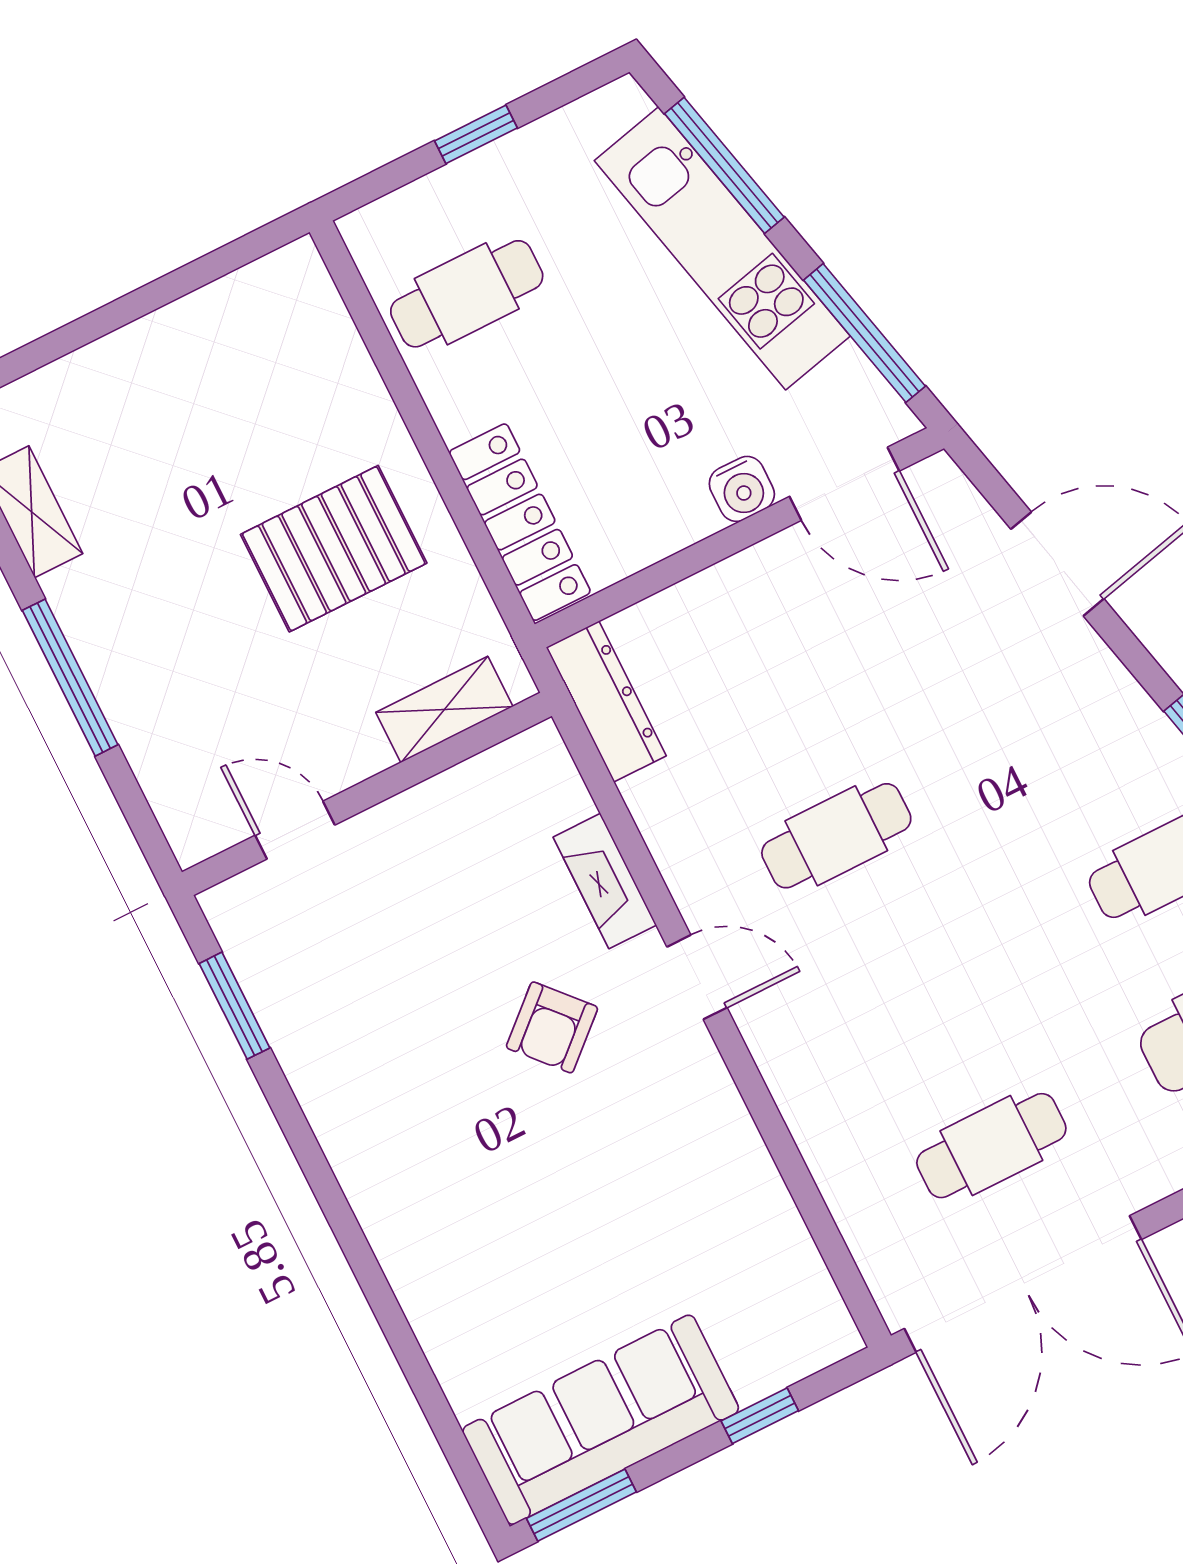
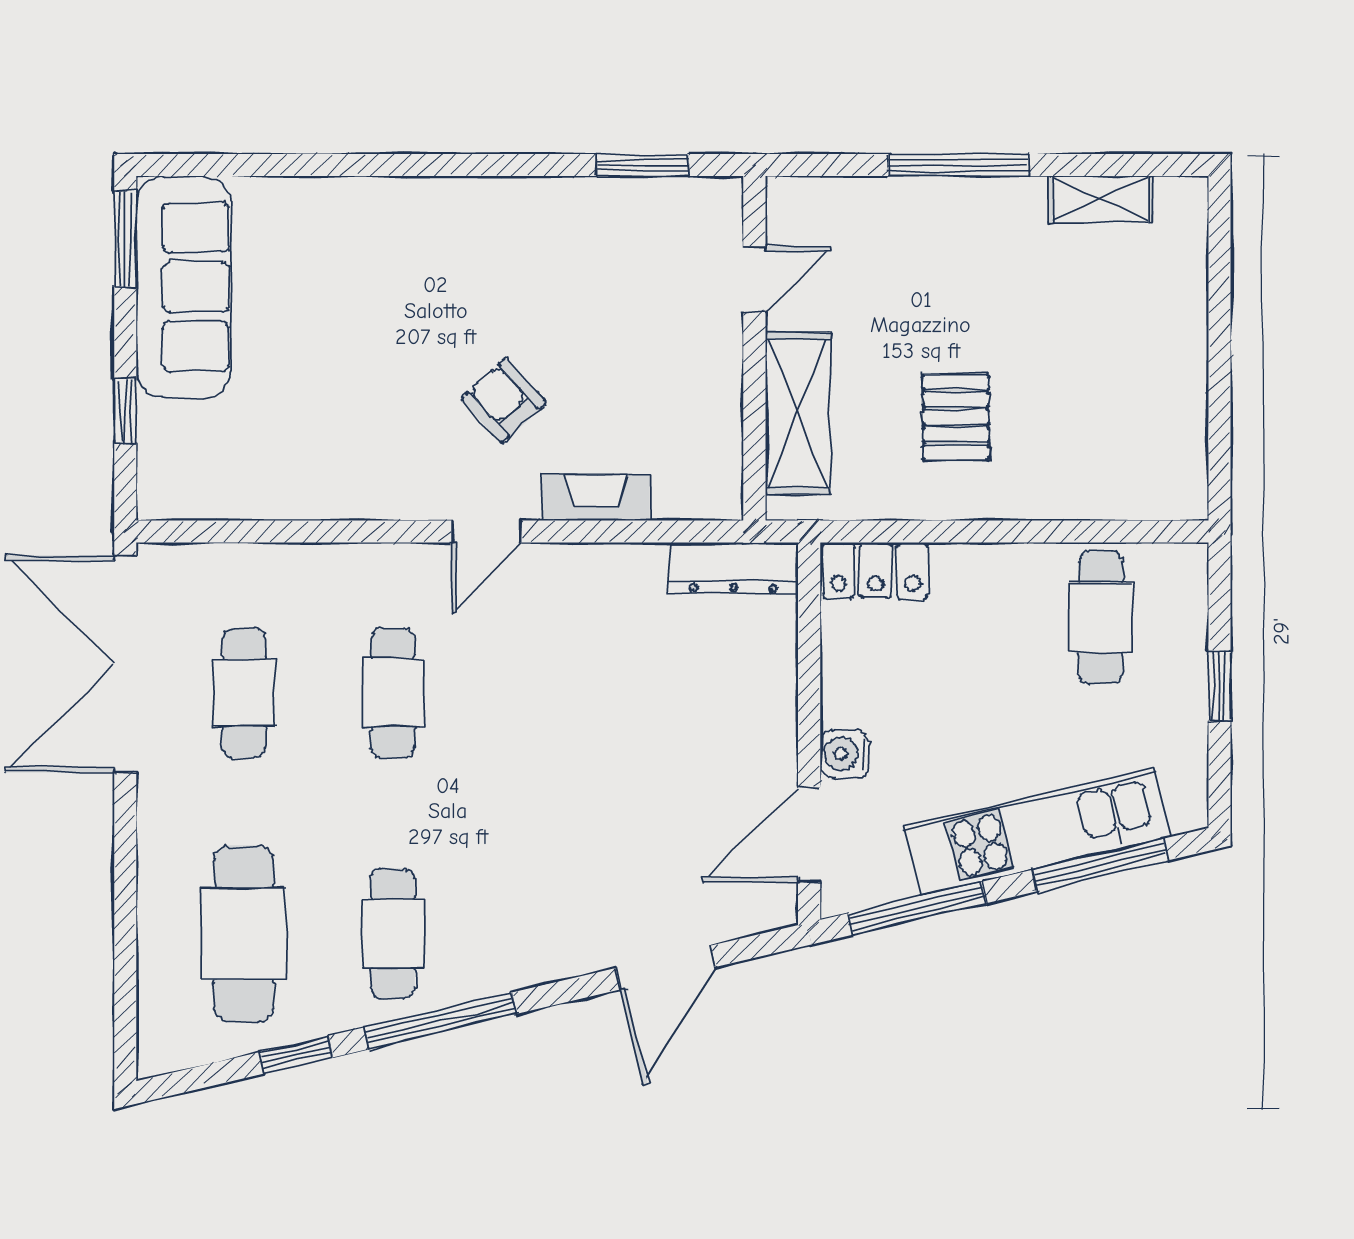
locker: (520, 522) -> (875, 570), width x0.66
pallet: (334, 549) -> (956, 417), width x0.67, depth x0.71
shelving: (444, 709) -> (798, 413), width x1.50, depth x1.33
cafe table: (836, 836) -> (393, 693), moved

